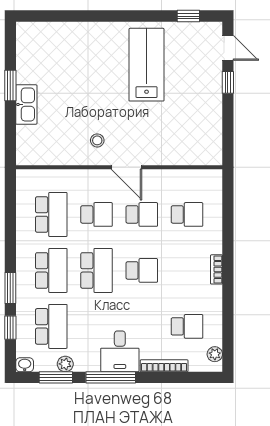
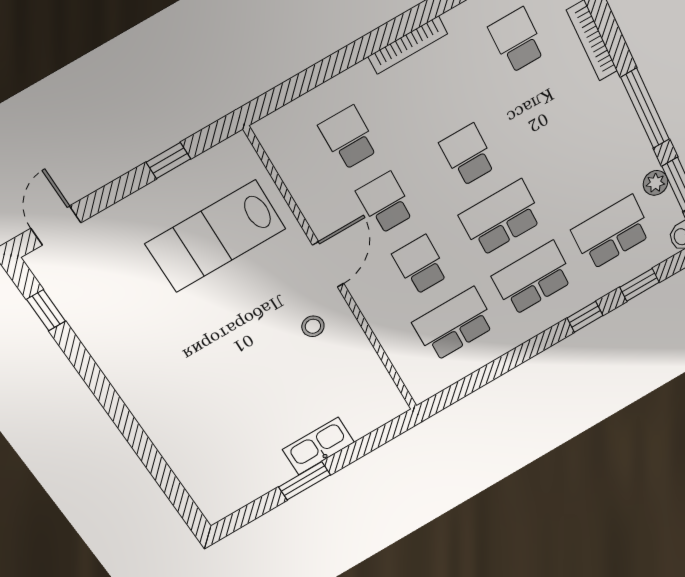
lab bench: (147, 65) -> (216, 236), moved
window: (228, 82) -> (168, 161), moved
bookcase: (216, 269) -> (408, 45), width x1.56
window: (10, 288) -> (585, 317), width x0.67
desk: (120, 351) -> (601, 118), removed

